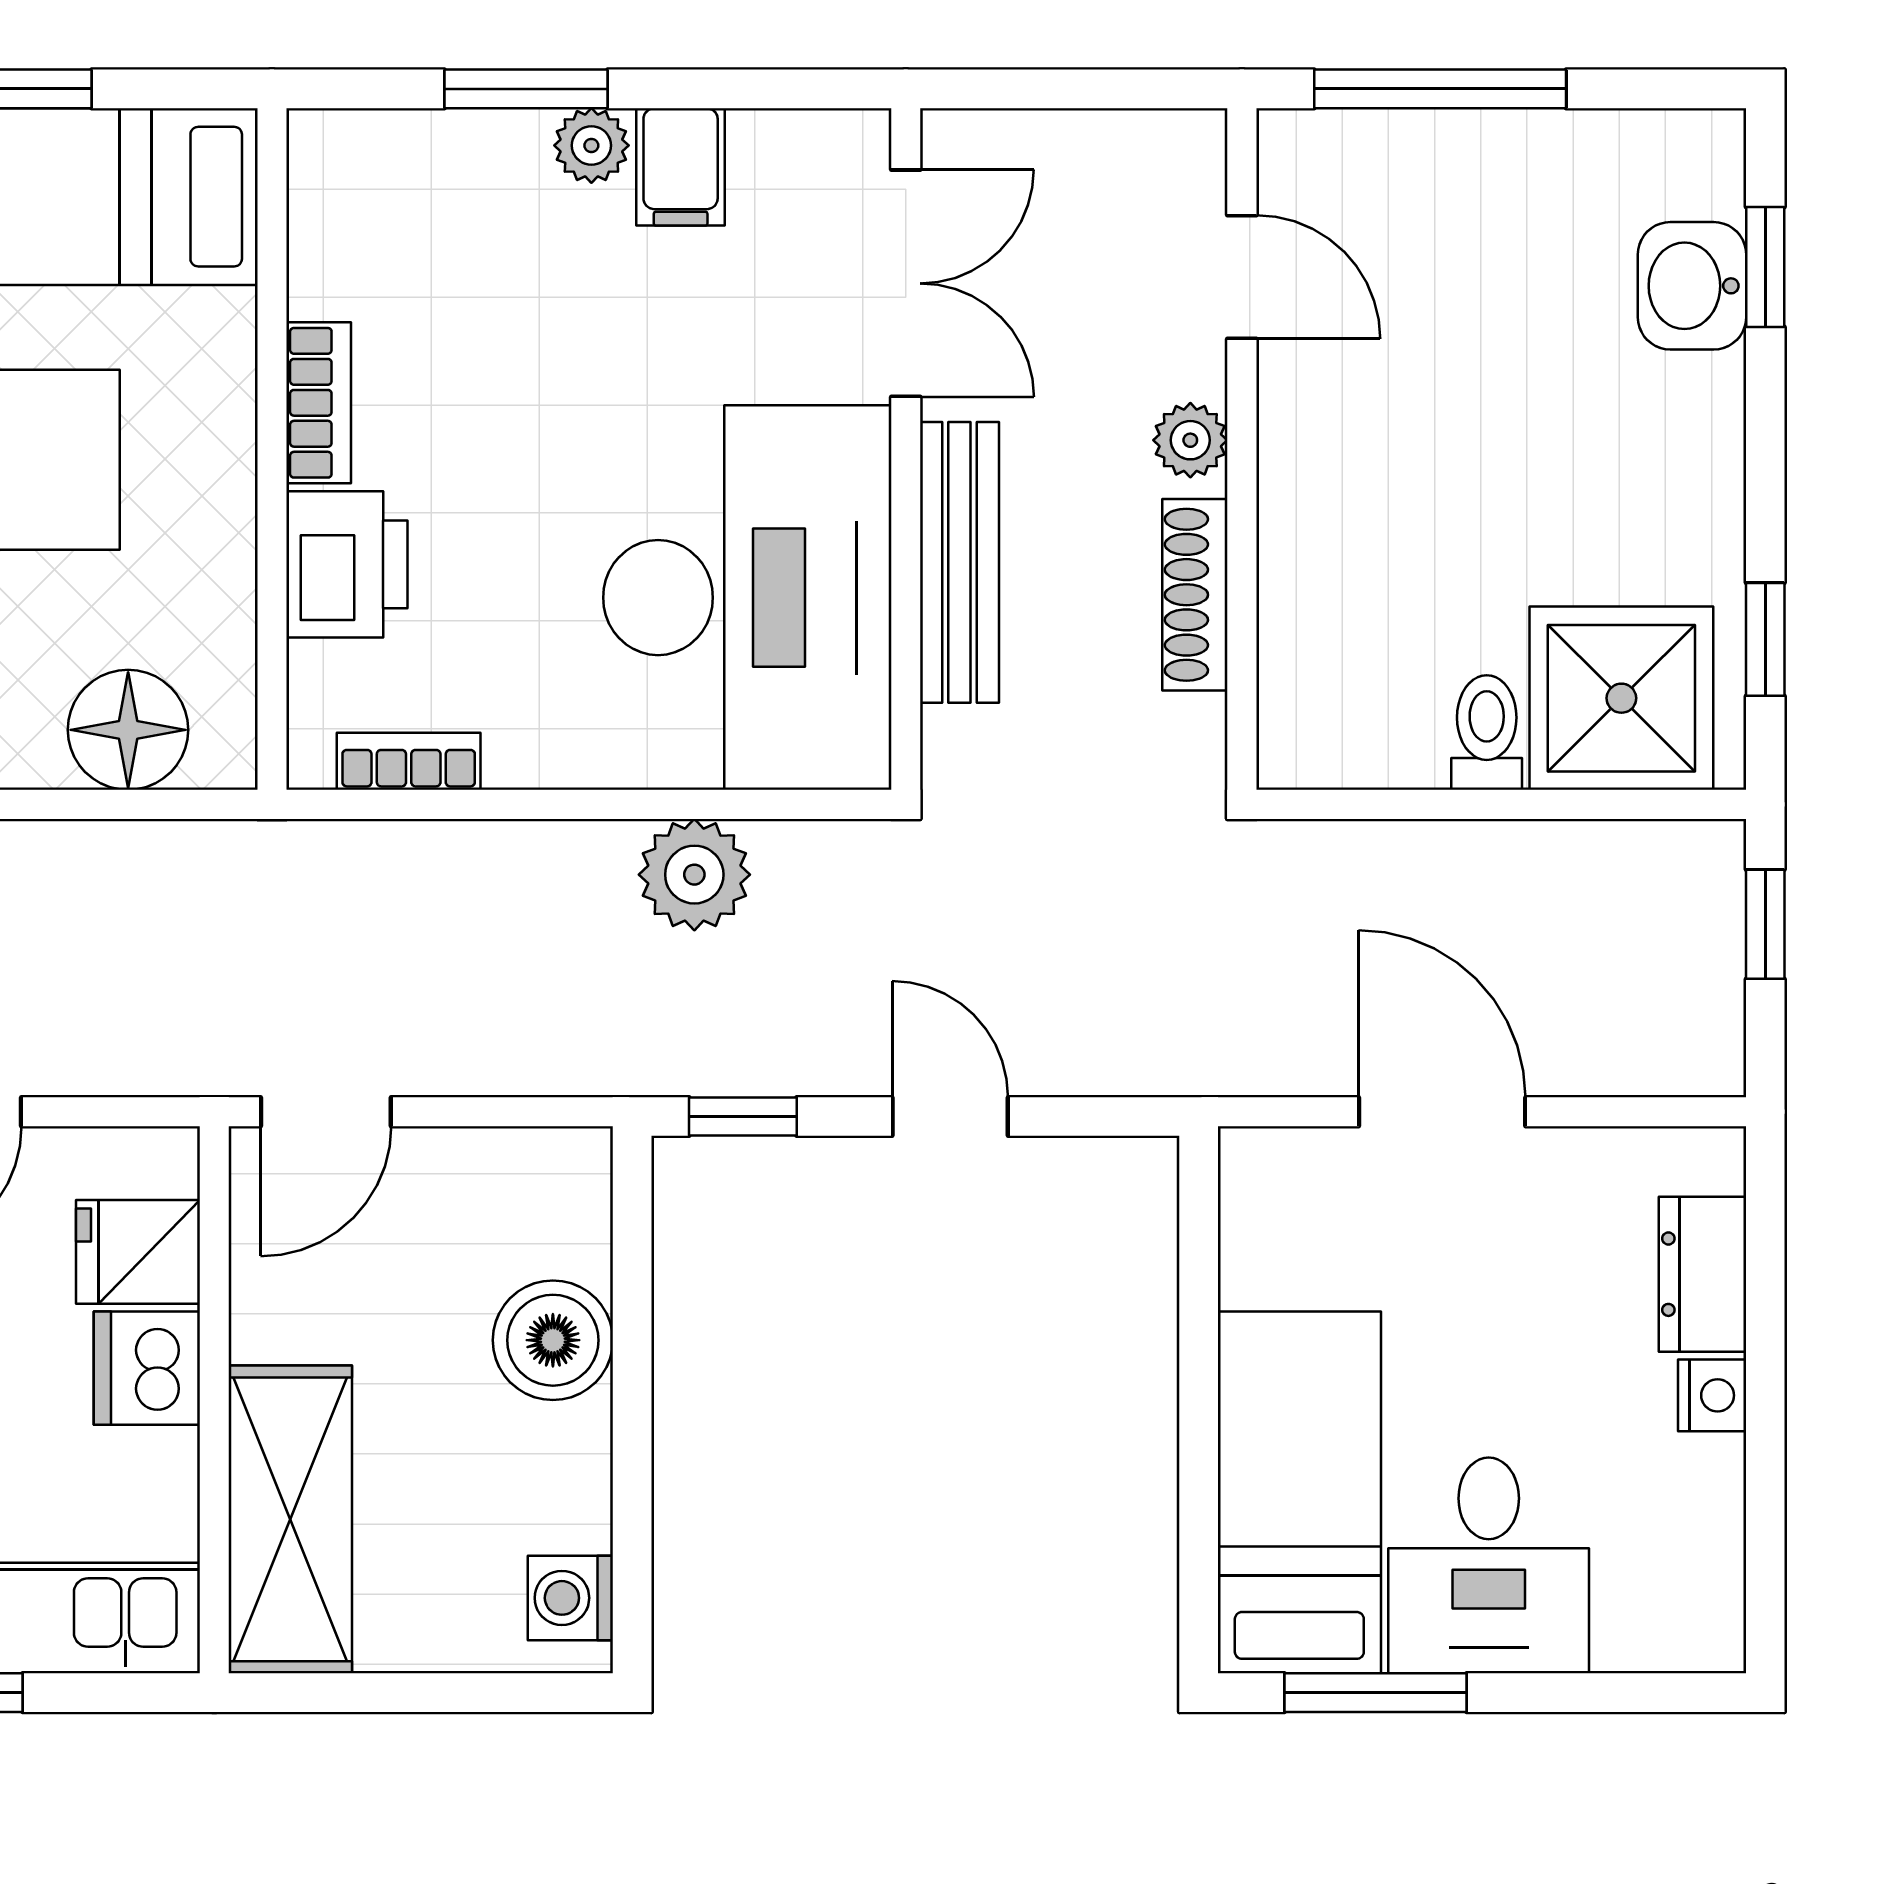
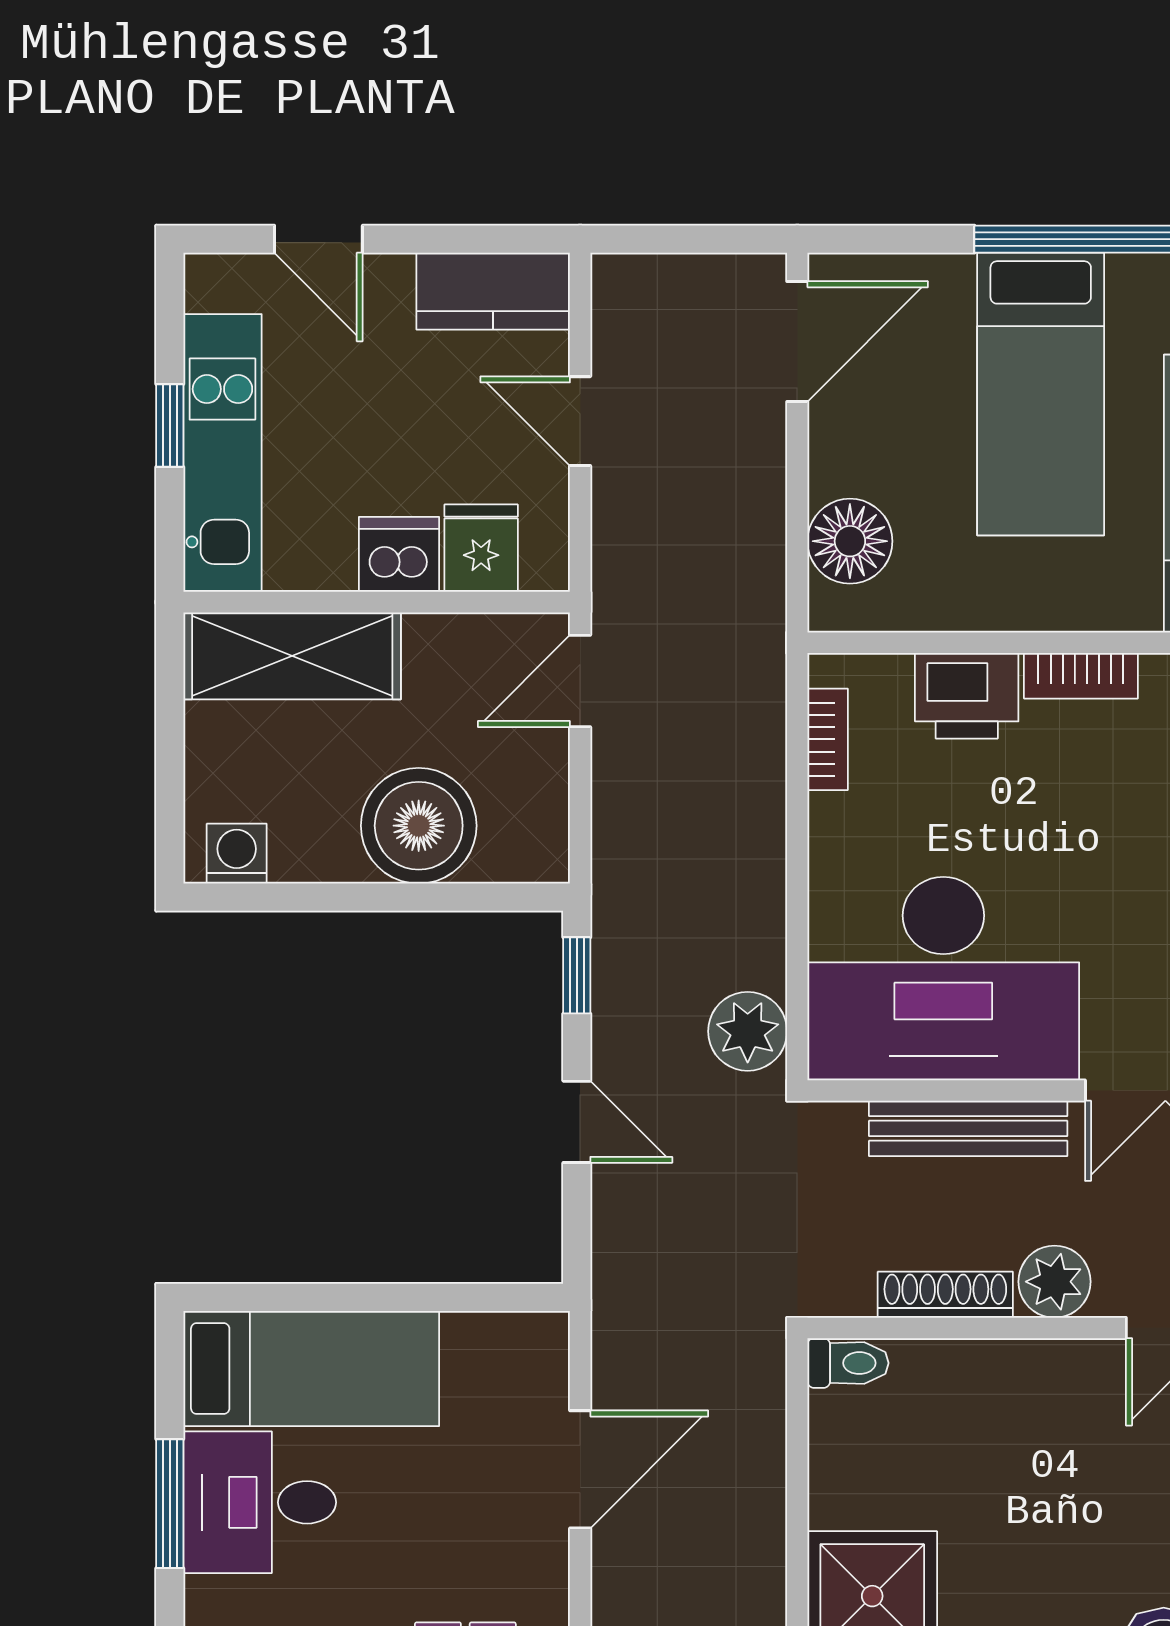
plant: (1190, 440) -> (1054, 1282), width x1.38, depth x1.38
toilet: (1487, 733) -> (848, 1363), moved
plant: (694, 875) -> (748, 1031), moved
door: (326, 1112) -> (580, 681), hinge flipped
door: (950, 1116) -> (577, 1122), hinge flipped
boiler: (553, 1340) -> (419, 826), width x1.37, depth x1.37
window: (1375, 1693) -> (170, 1504), moved

